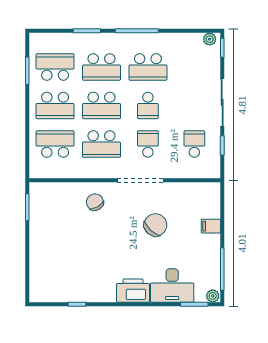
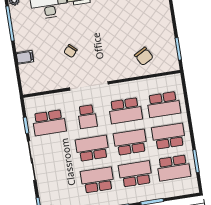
school desk: (148, 106) -> (92, 148), width x1.85
school desk: (102, 144) -> (125, 111), turned 180
school desk: (194, 144) -> (49, 123), width x1.85
chair: (95, 202) -> (144, 56), moved
chair: (155, 225) -> (71, 51), width x0.54, depth x0.54

